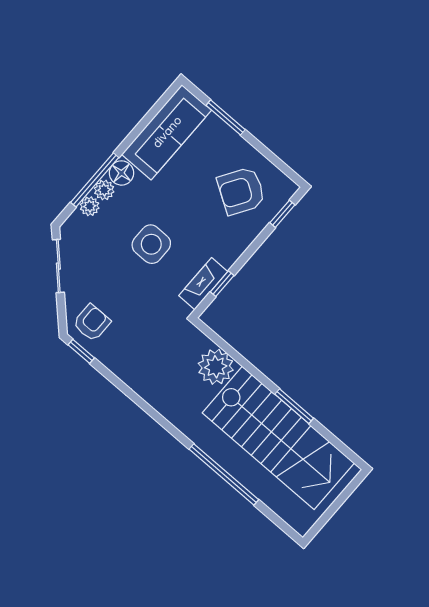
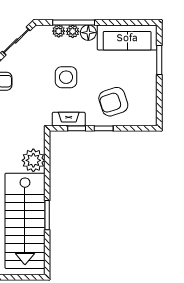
armchair: (241, 191) -> (113, 102), moved, turned -50
window: (282, 214) -> (104, 128), moved

